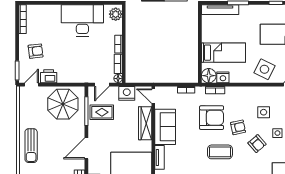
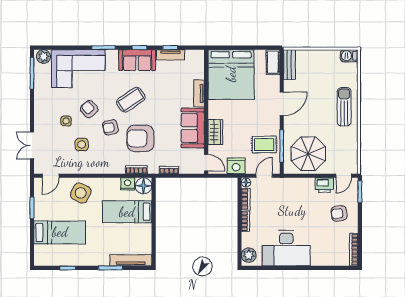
wardrobe: (145, 123) -> (215, 132), width x0.67
coffee table: (220, 152) -> (131, 100), turned -34

